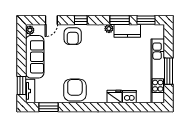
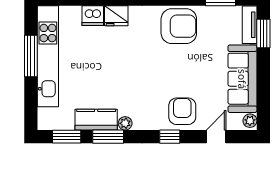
armchair: (75, 90) -> (179, 26), turned -90

